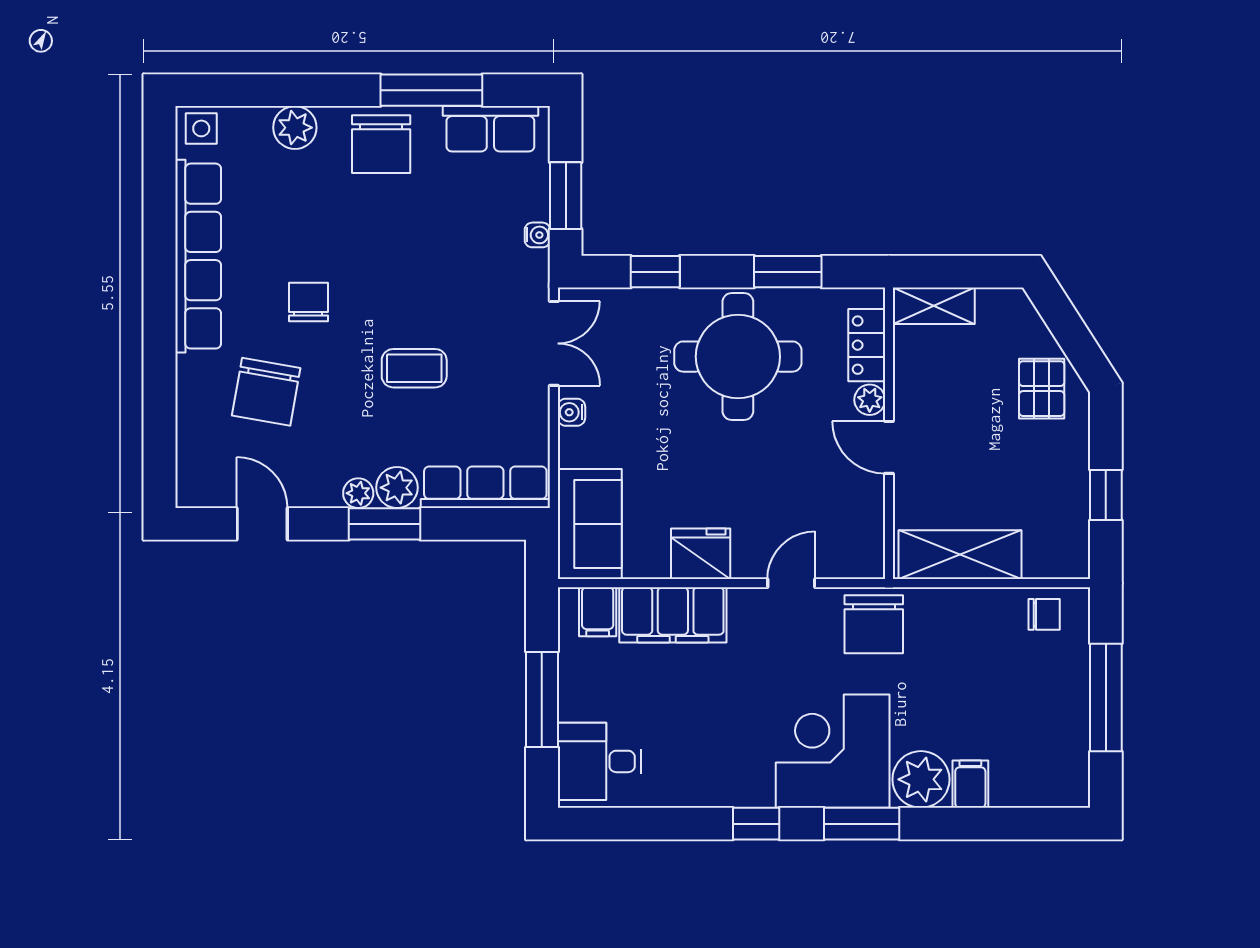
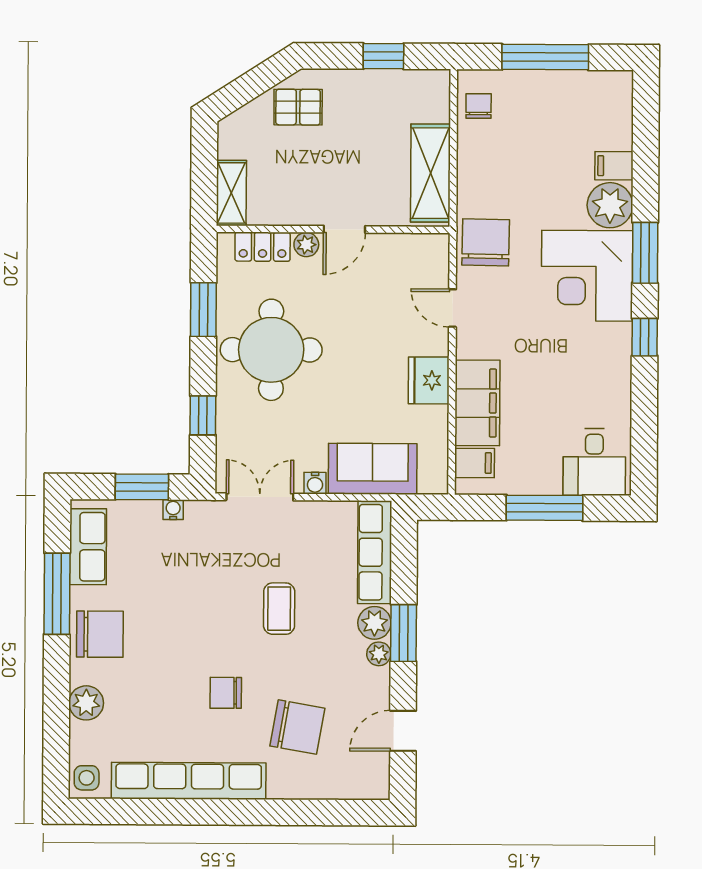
sofa: (590, 524) -> (373, 469), moved
chair: (874, 624) -> (486, 242), turned -89

